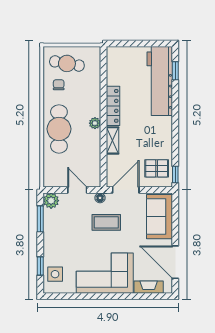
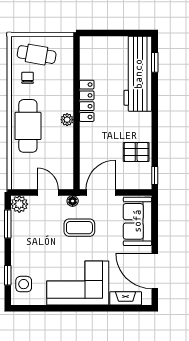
shelving: (113, 140) -> (86, 138), removed
pallet: (157, 168) -> (136, 152), moved

